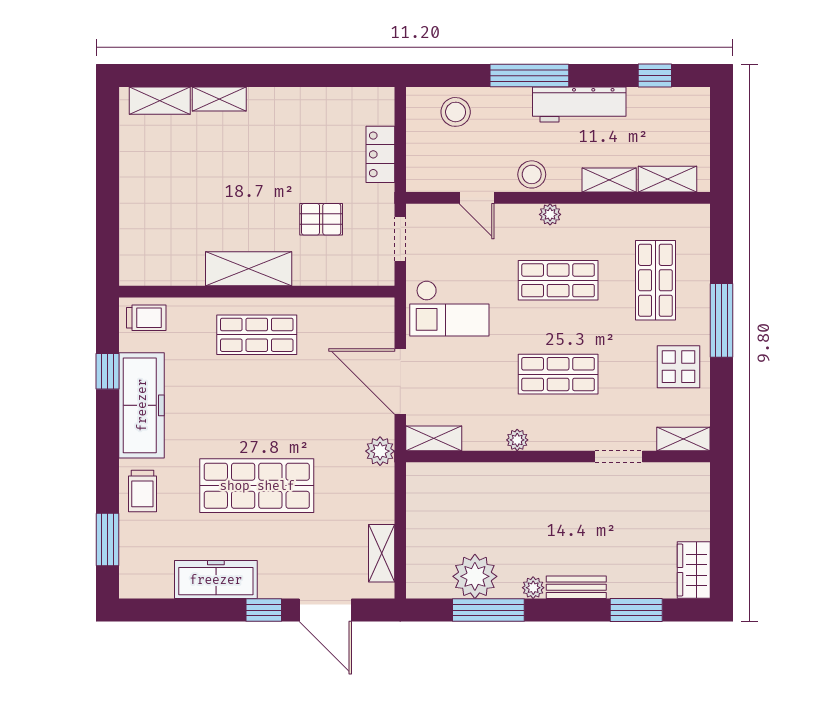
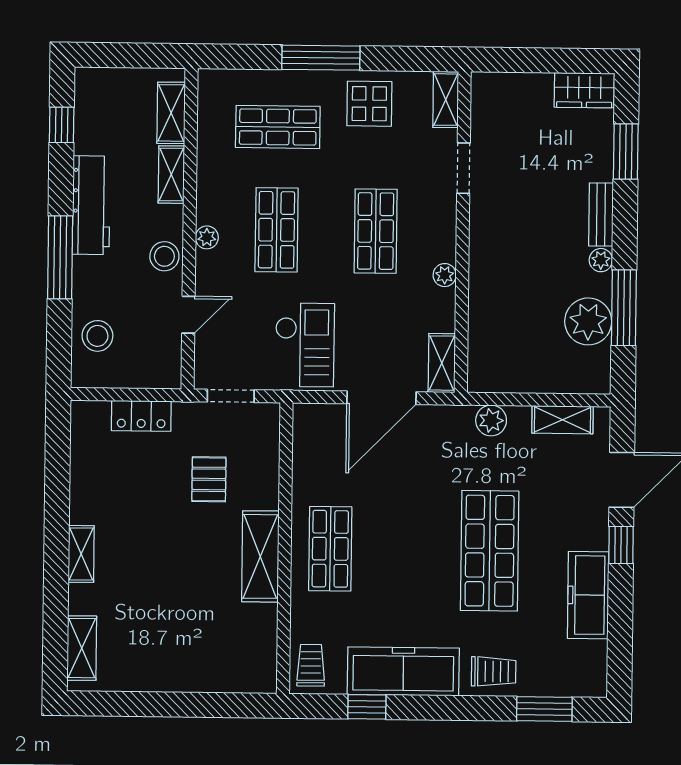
shelving: (219, 99) -> (81, 554), moved
plant: (380, 451) -> (491, 420), moved

